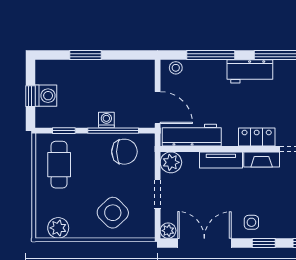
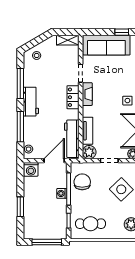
window: (30, 96) -> (47, 242), width x2.17
washing machine: (46, 96) -> (31, 169), moved, turned 180
tv unit: (221, 160) -> (88, 131), moved

